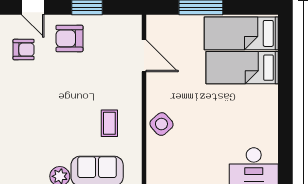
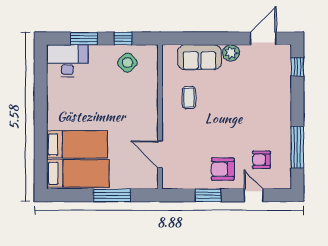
armchair: (69, 38) -> (223, 169), turned 180
side table: (161, 124) -> (127, 63), moved

